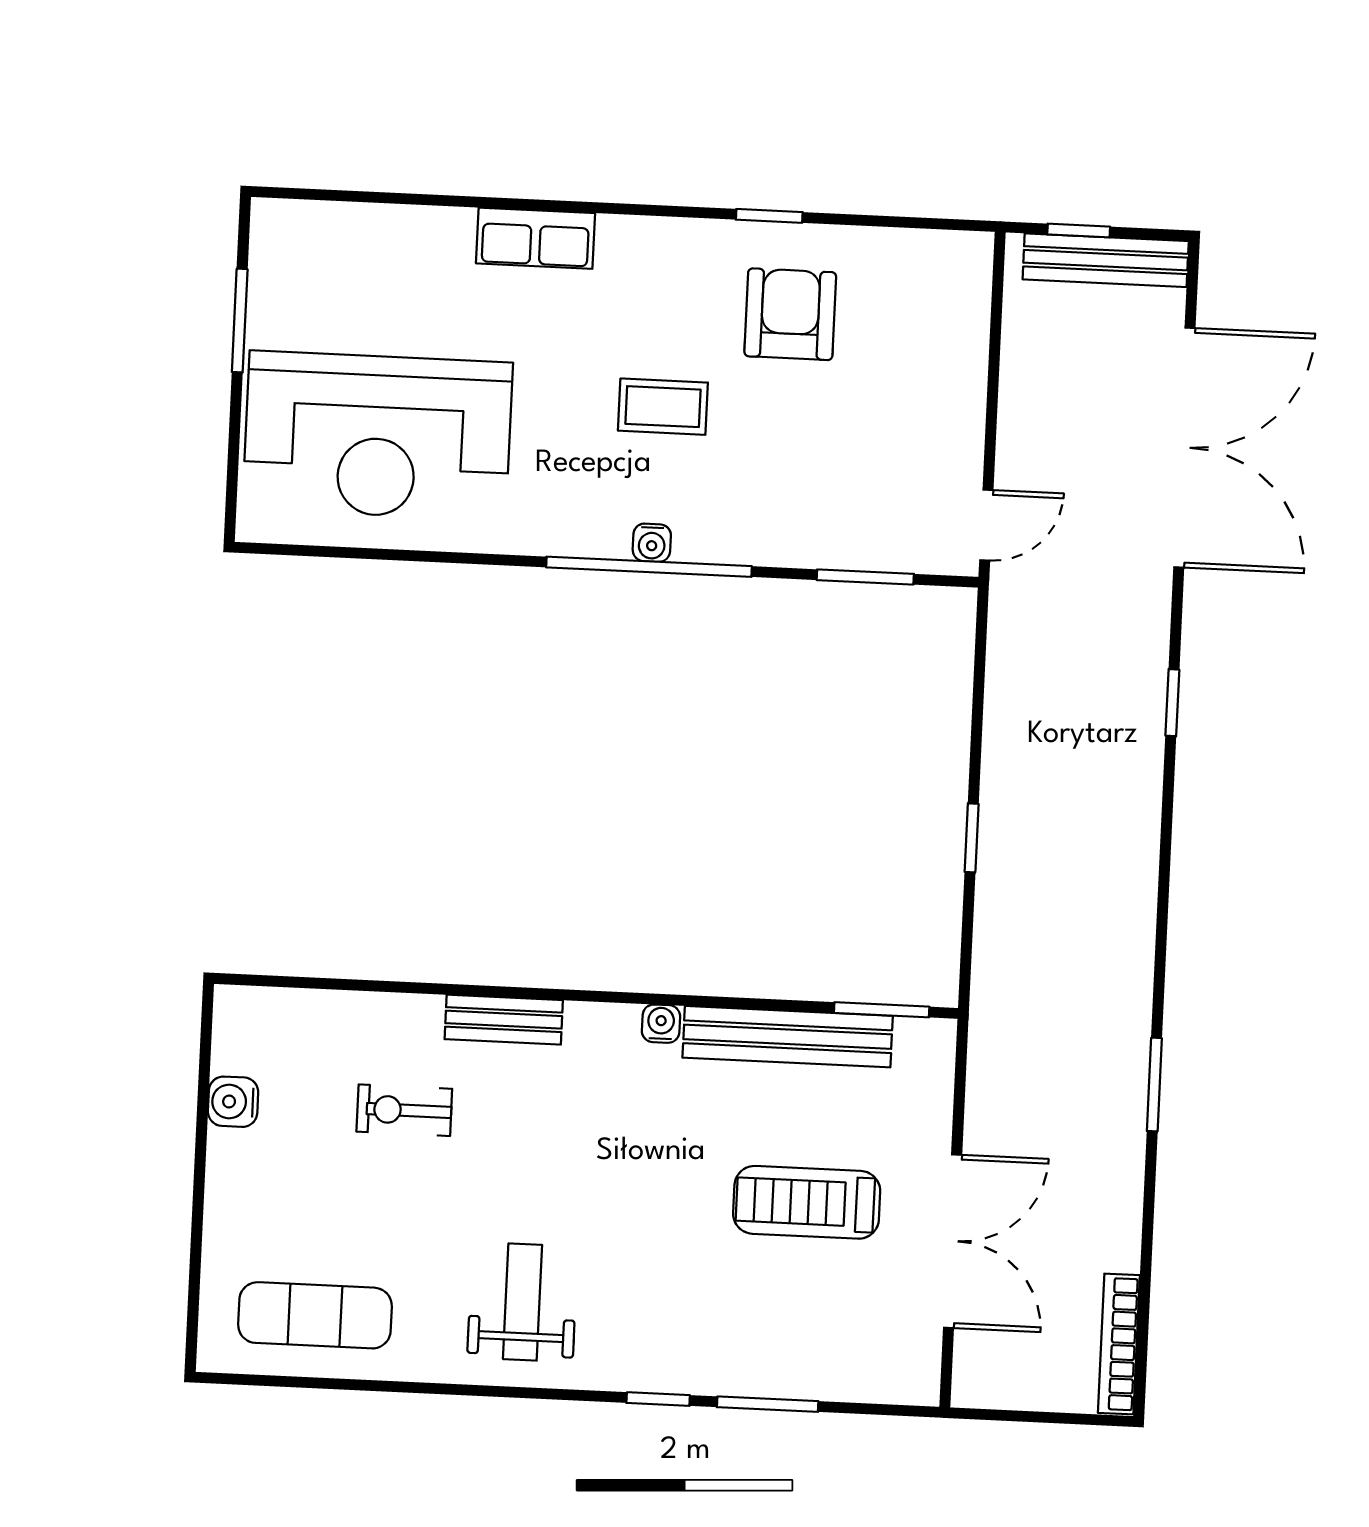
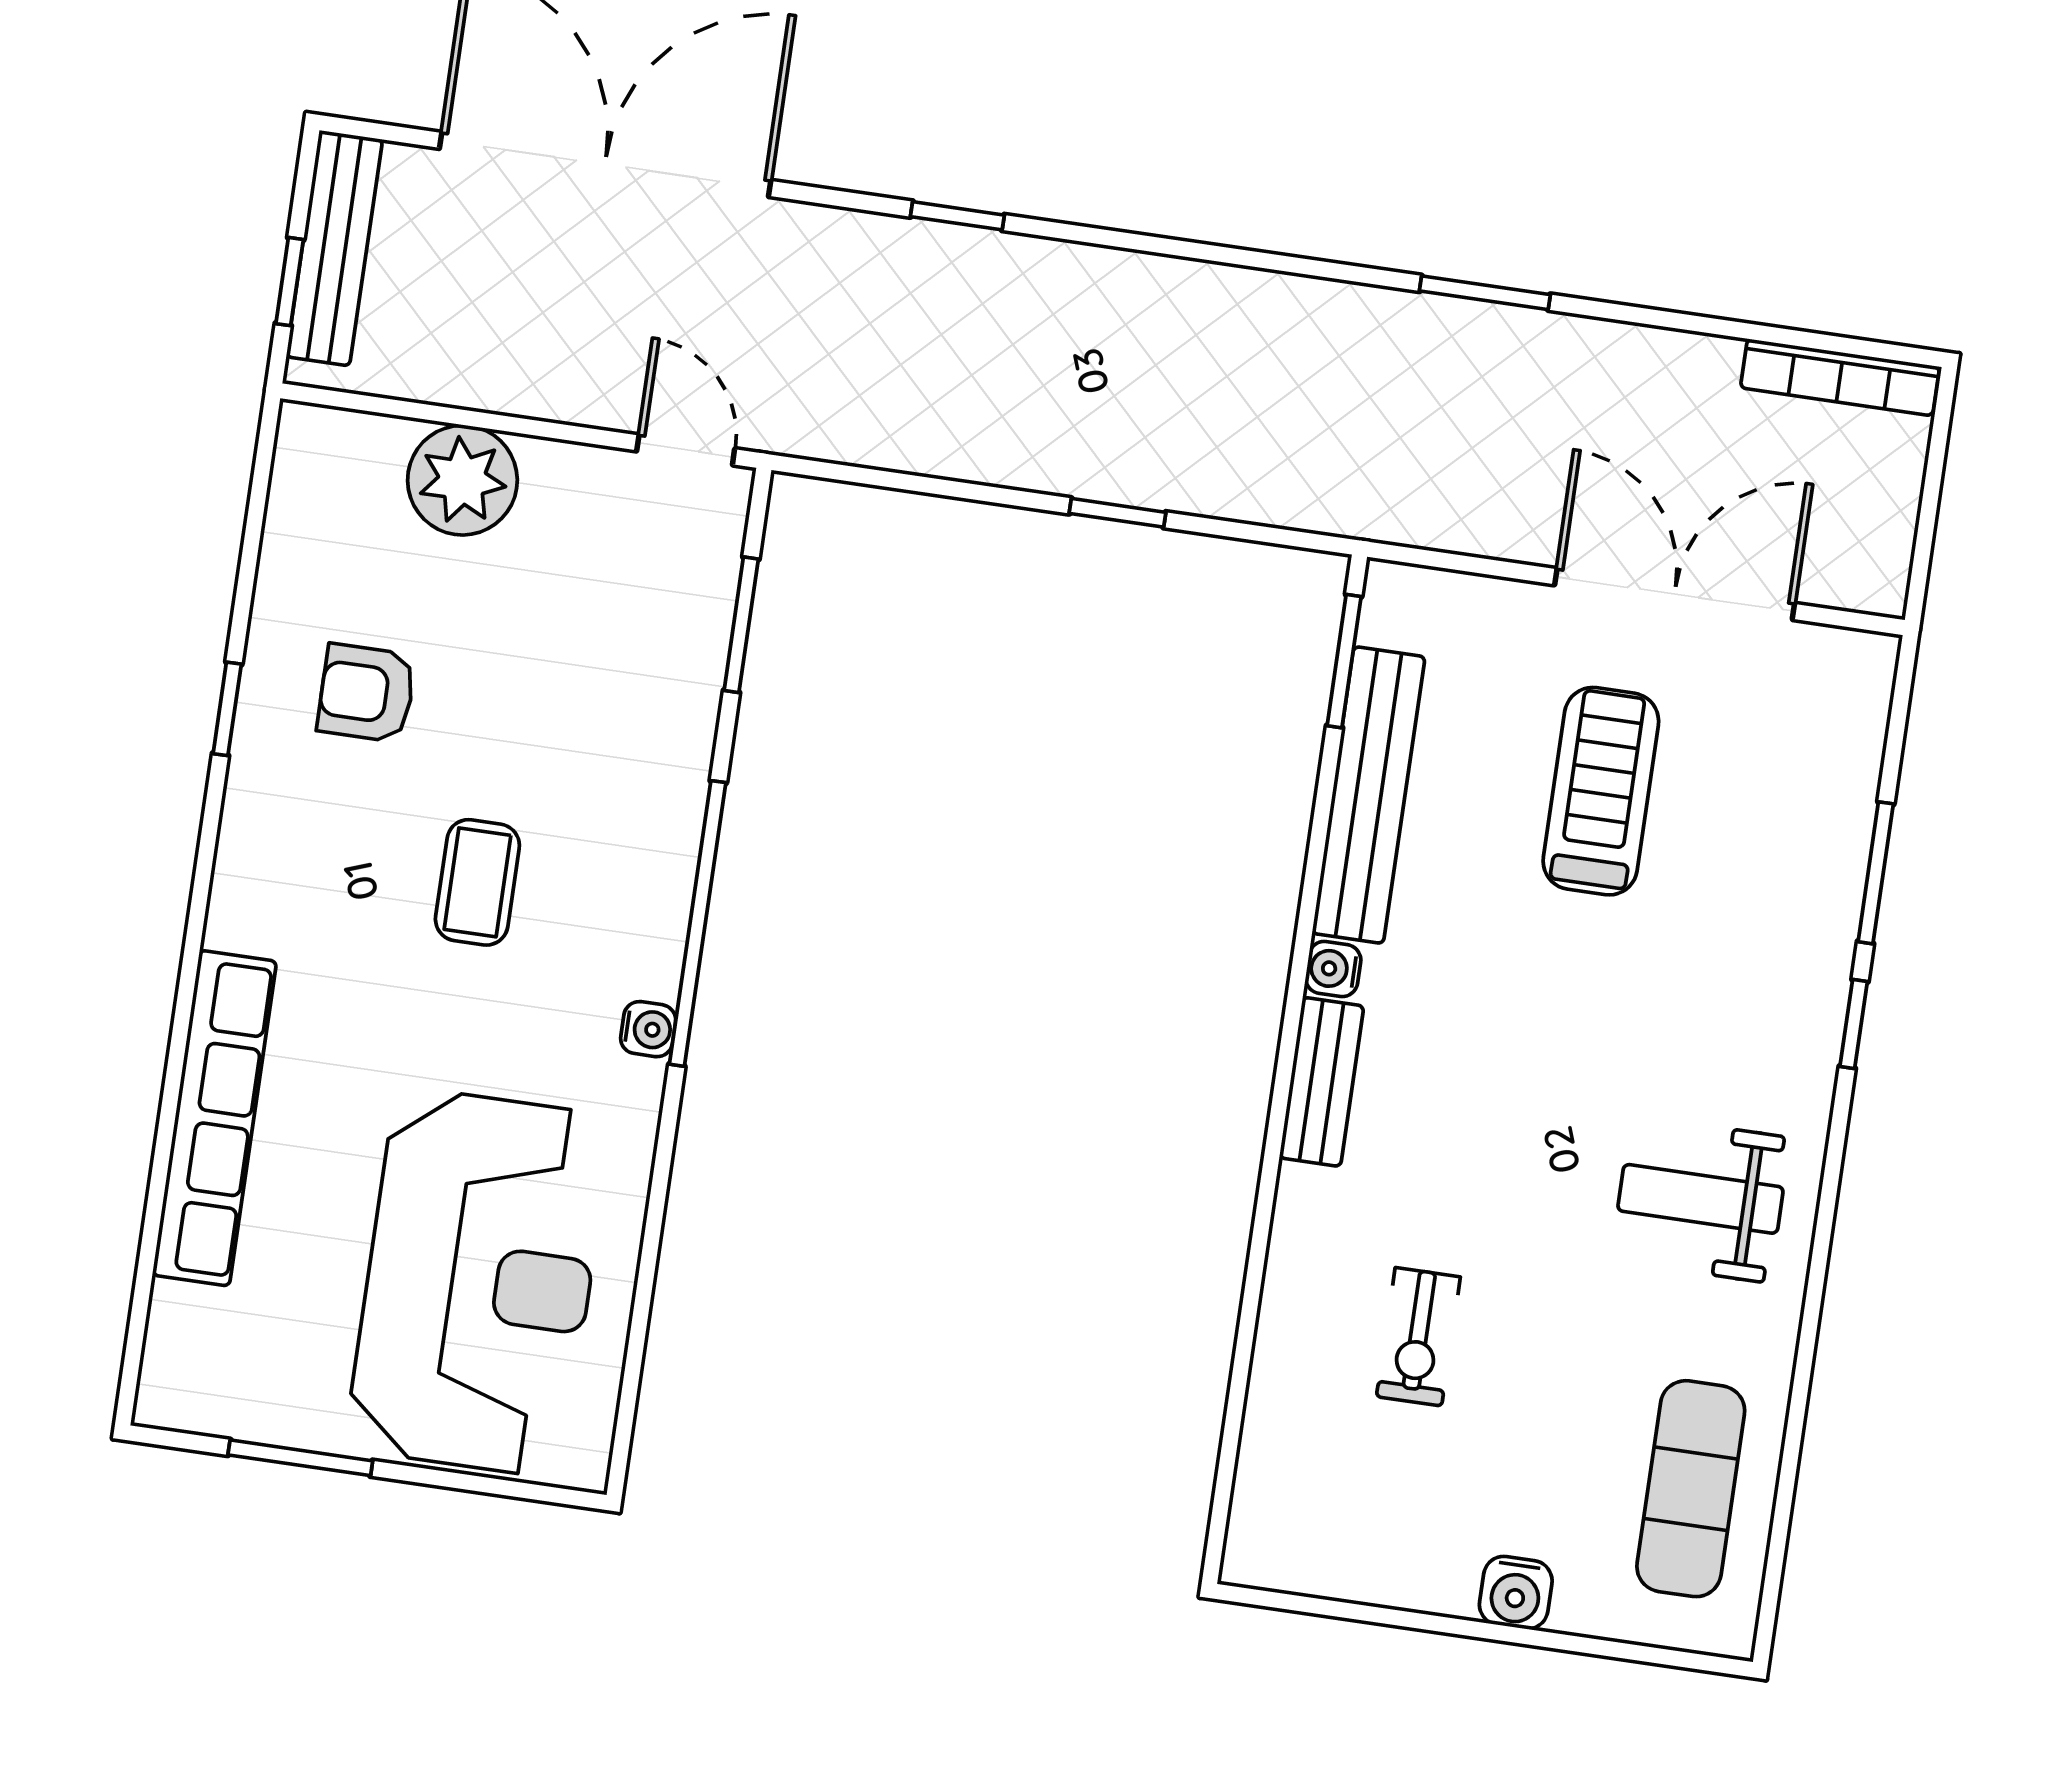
row of seats: (535, 238) -> (214, 1118), width x2.02
armchair: (790, 314) -> (366, 693), width x0.72, depth x0.72
plant: (949, 368) -> (462, 480), added
water cooler: (652, 543) -> (648, 1029), moved
bench: (504, 1020) -> (1322, 1082), moved
water cooler: (233, 1102) -> (1516, 1593), moved
treadmill: (807, 1202) -> (1601, 791), turned 180

